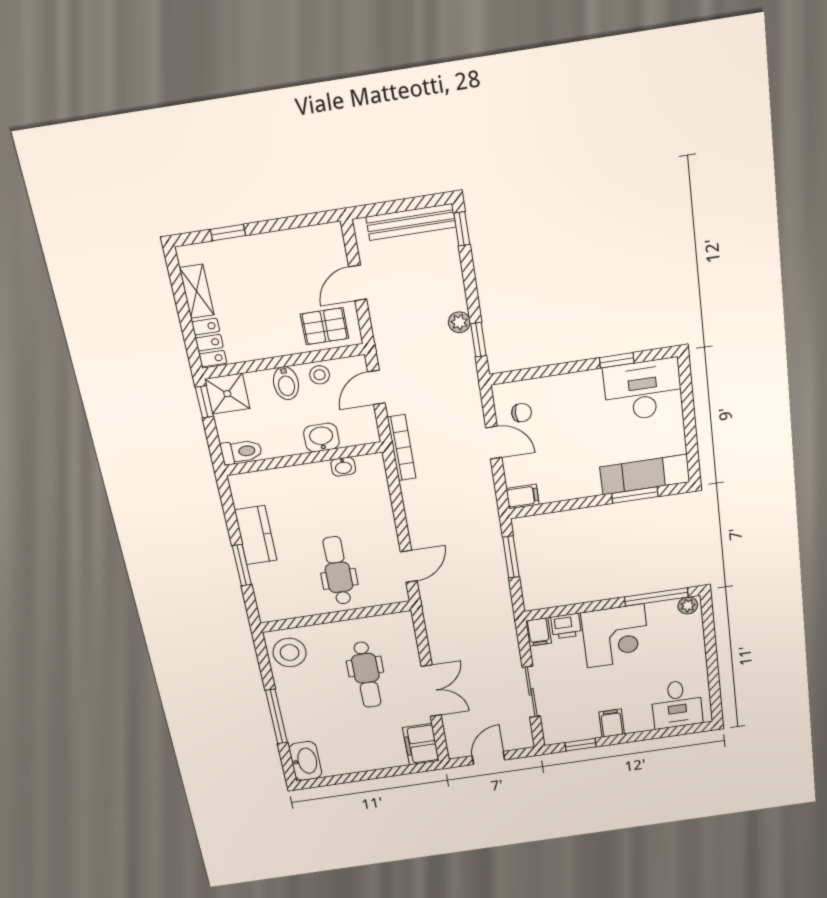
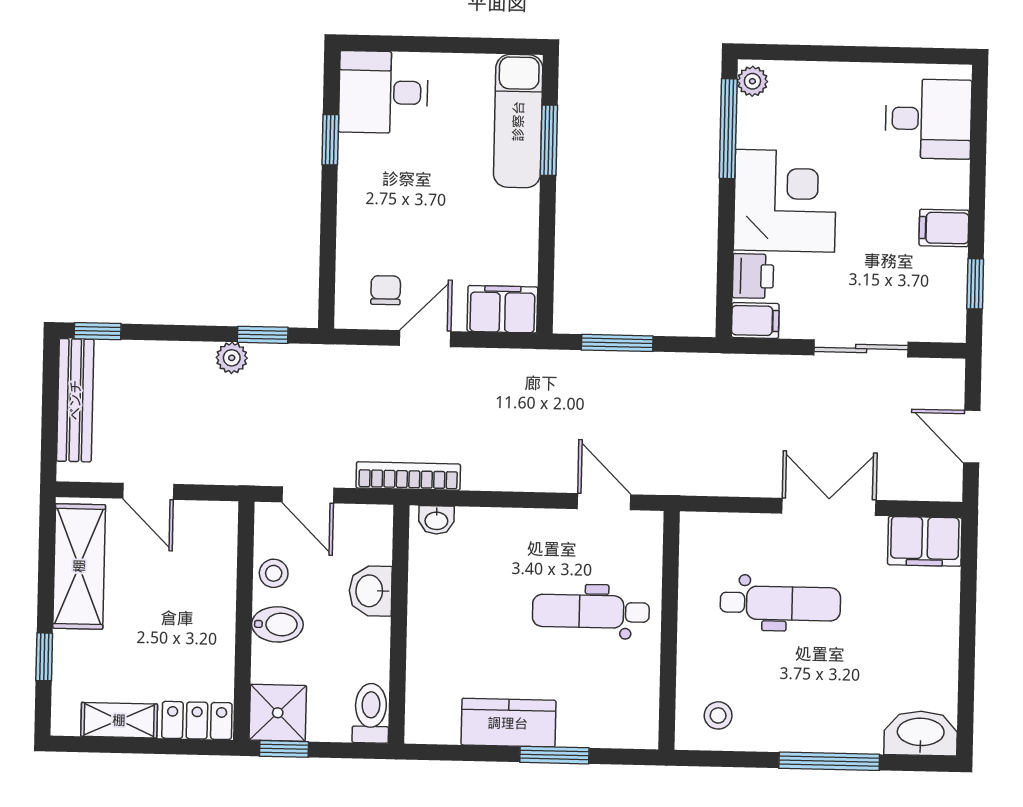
shelving: (296, 245) -> (79, 566), added
pallet: (325, 326) -> (203, 551), removed
desk: (643, 390) -> (383, 92), width x0.73
washbasin: (343, 467) -> (436, 520), moved, turned 90
filing cabinet: (523, 496) -> (502, 309), width x2.00
stool: (290, 652) -> (718, 715), width x0.53, depth x0.53

